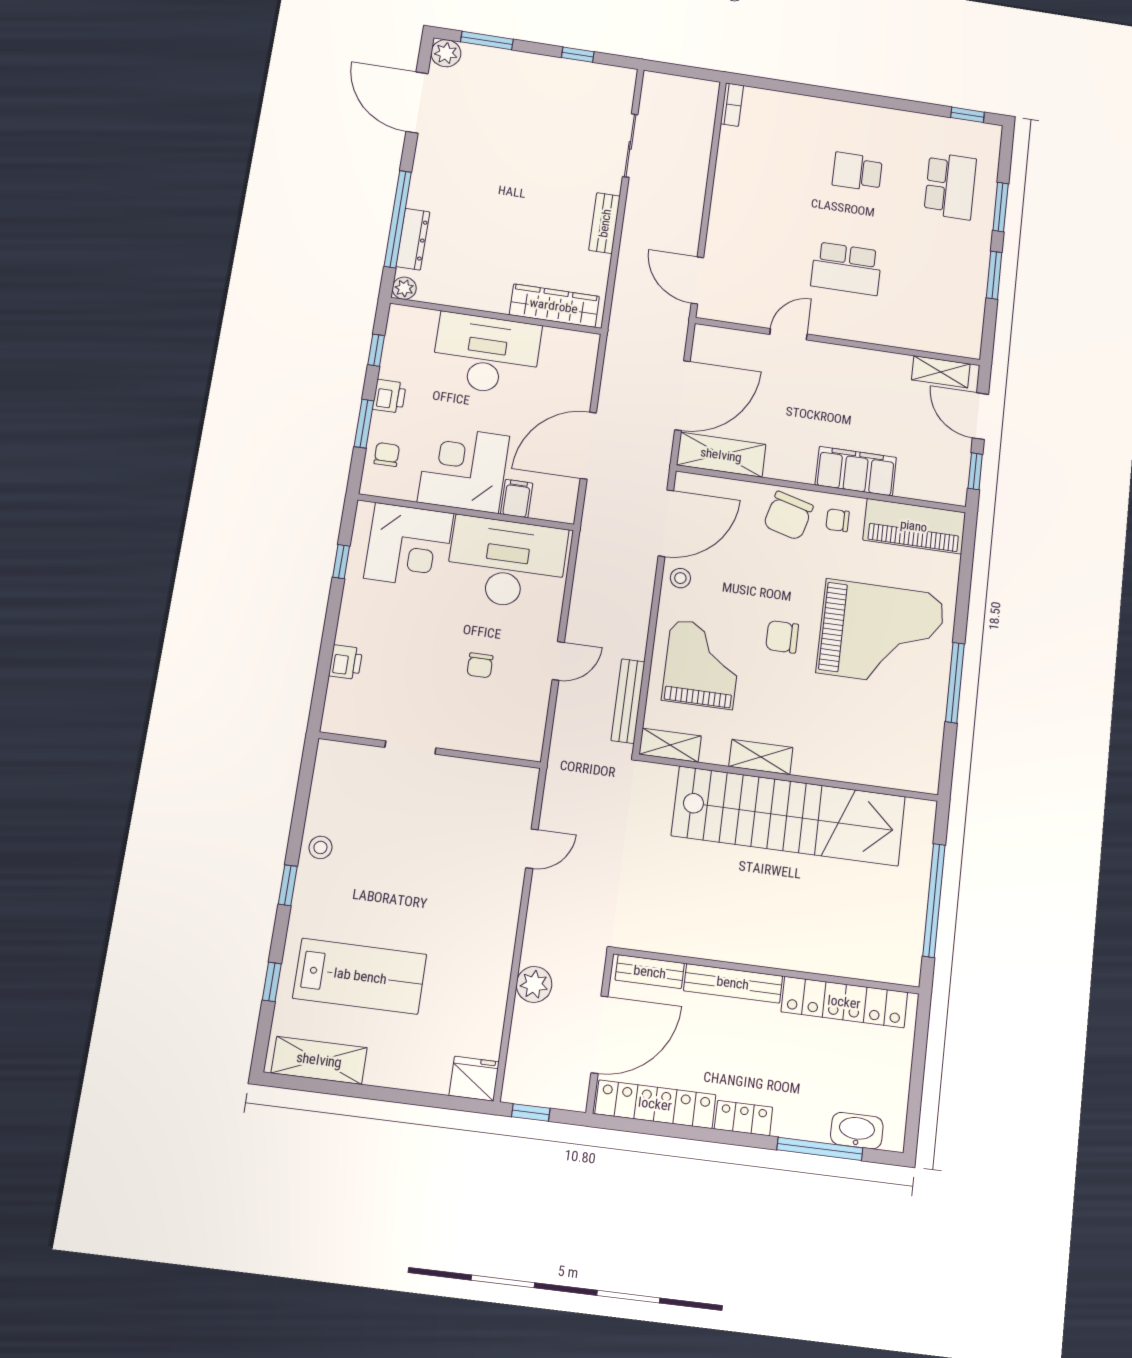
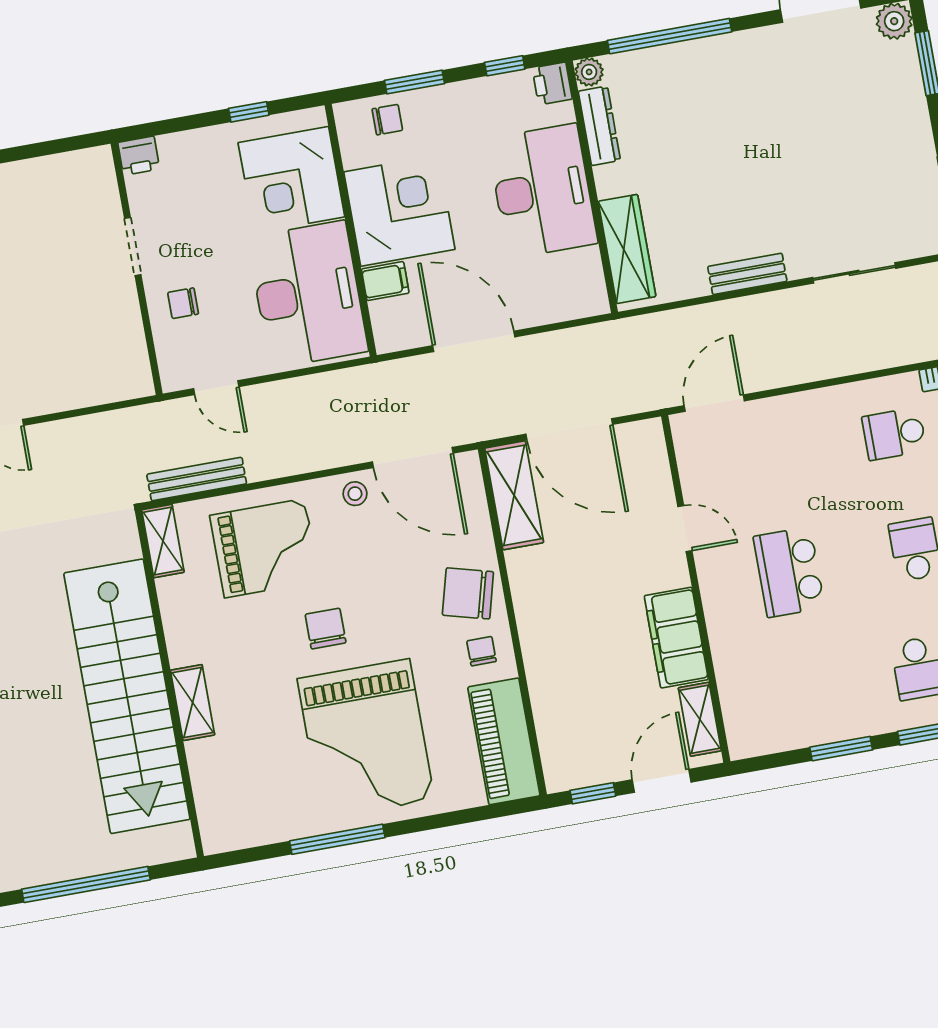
school desk: (764, 158) -> (894, 434), added
dresser: (413, 239) -> (599, 126), moved, turned -90
printer: (389, 396) -> (552, 84), moved, turned 90
filing cabinet: (856, 471) -> (676, 638), moved, turned 180
doorway: (410, 748) -> (133, 247), moved
wall: (430, 750) -> (137, 269), moved
shelving: (761, 757) -> (193, 703), moved

